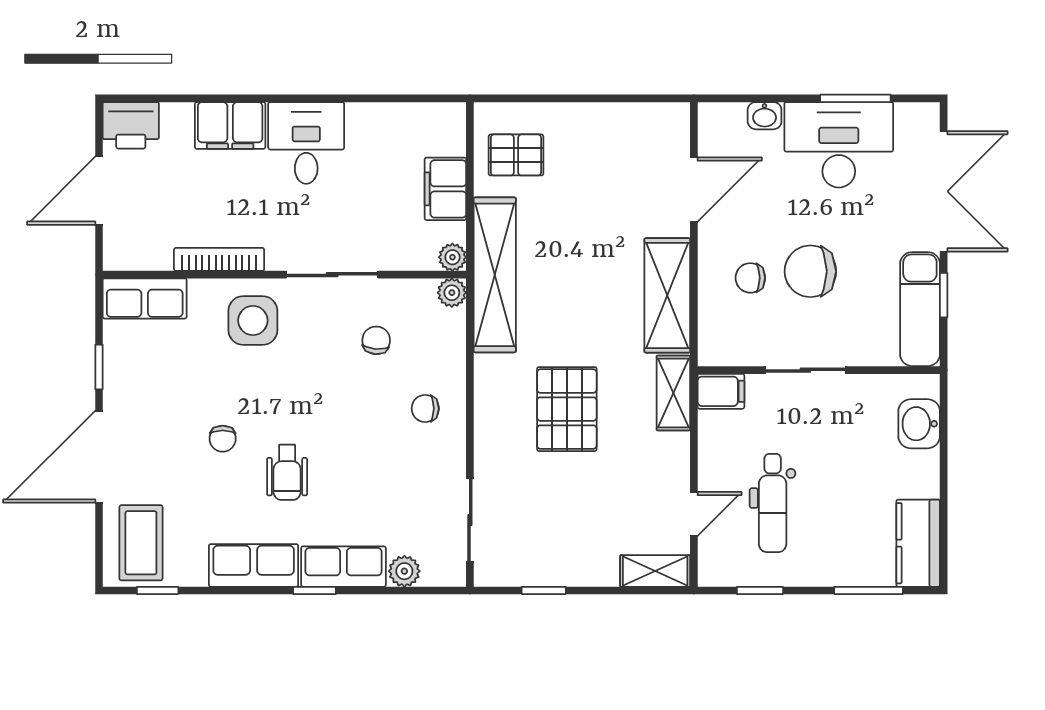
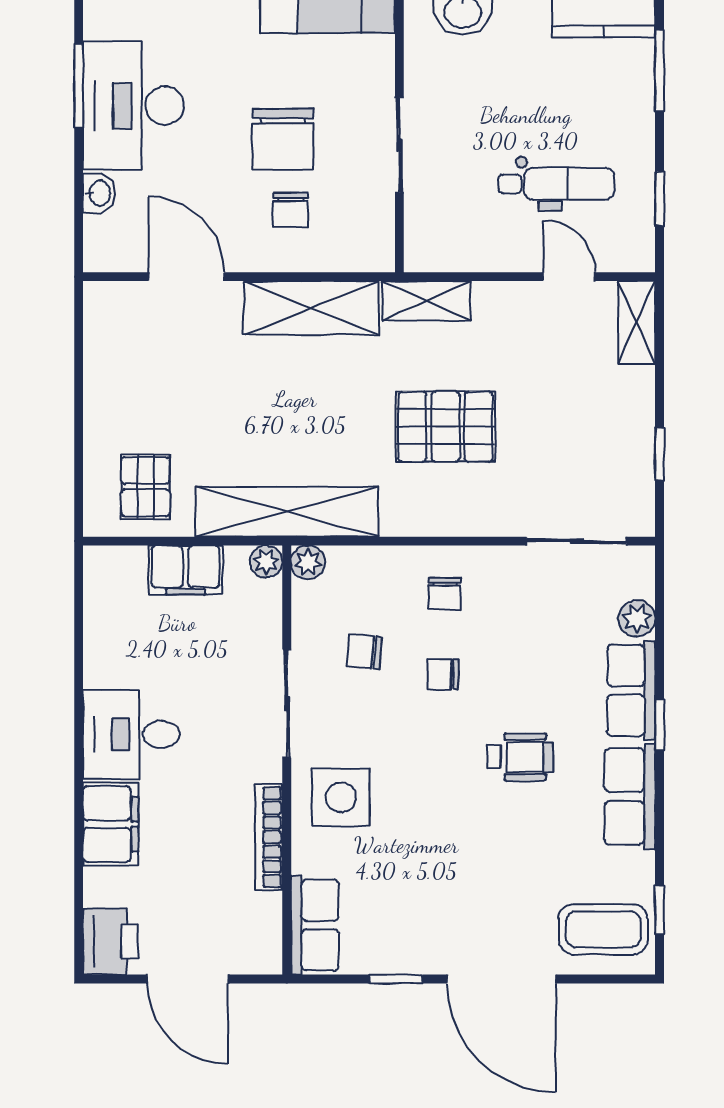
filing cabinet: (721, 391) -> (424, 245), removed
chair: (223, 439) -> (443, 675), moved, turned 180

